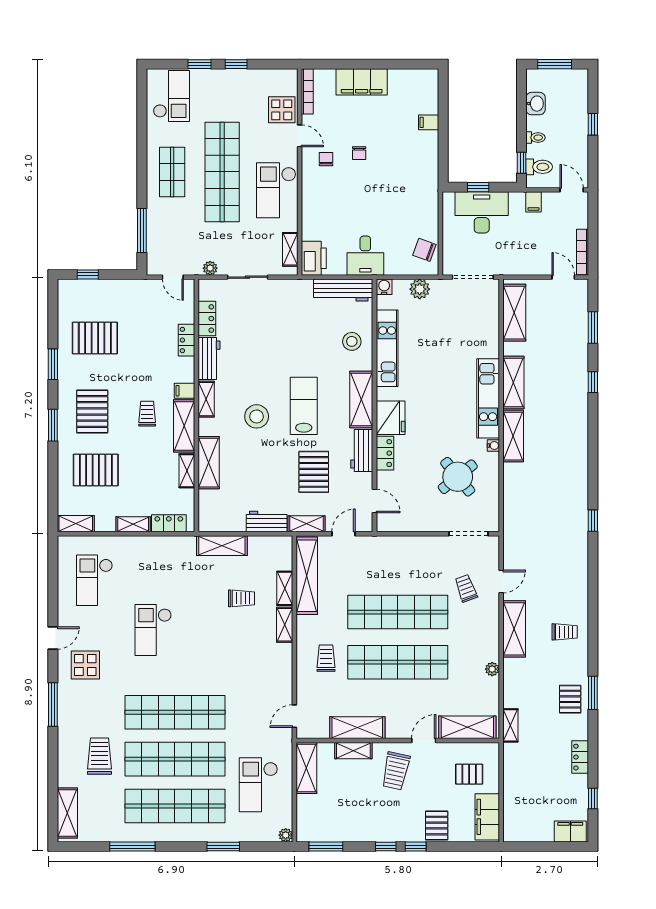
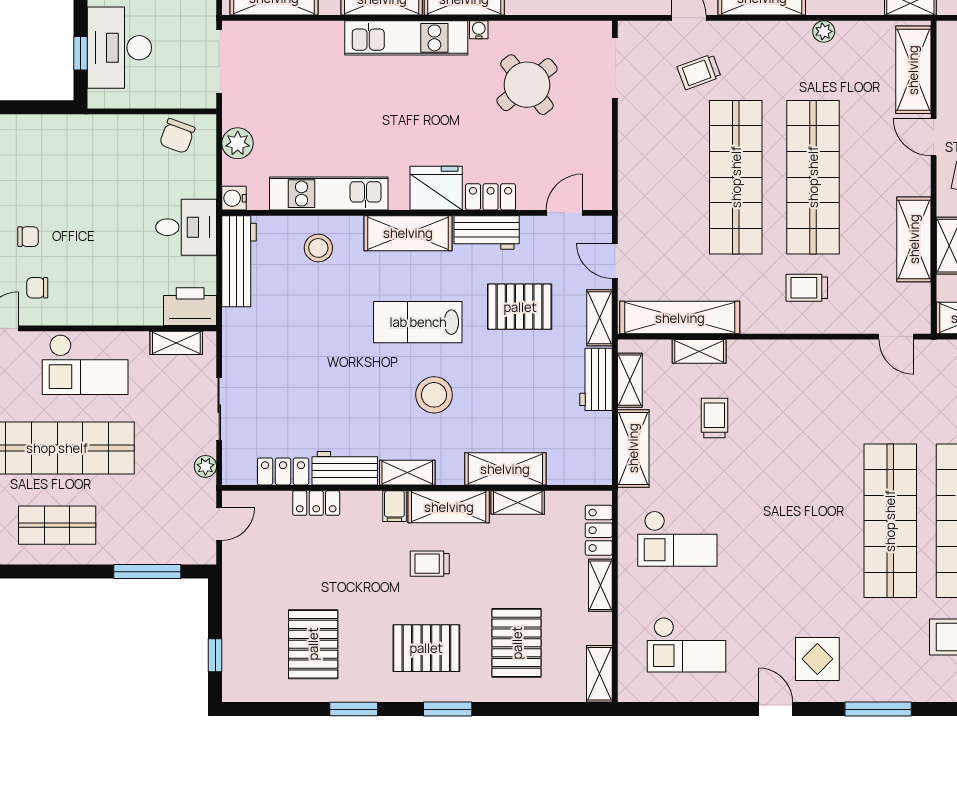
shelving: (285, 625) -> (630, 380), moved, turned 90
checkout: (153, 630) -> (677, 539), moved

